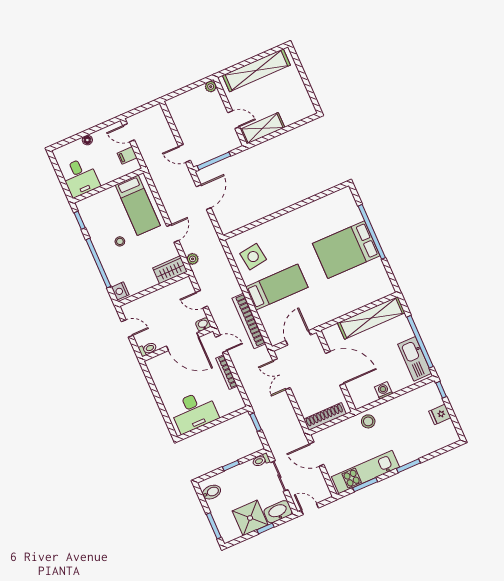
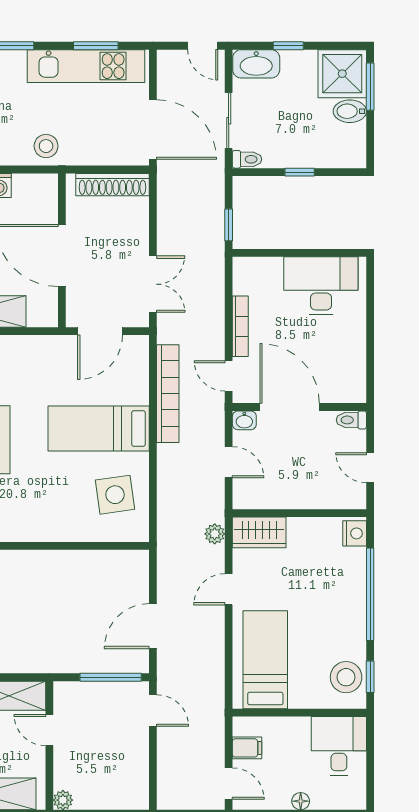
stool: (120, 241) -> (346, 677), moved, width x1.89, depth x1.89
door: (317, 454) -> (153, 130), width x1.36
bidet: (212, 492) -> (350, 111), moved
shower: (250, 518) -> (342, 74), moved

